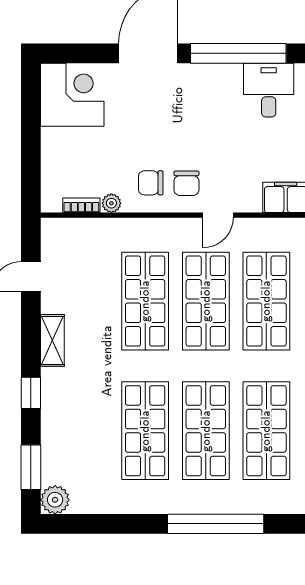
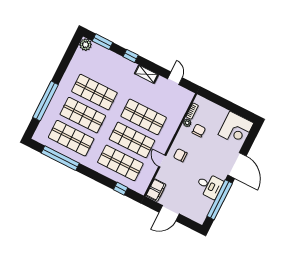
desk: (269, 90) -> (209, 186), moved
chair: (151, 183) -> (199, 130), moved

